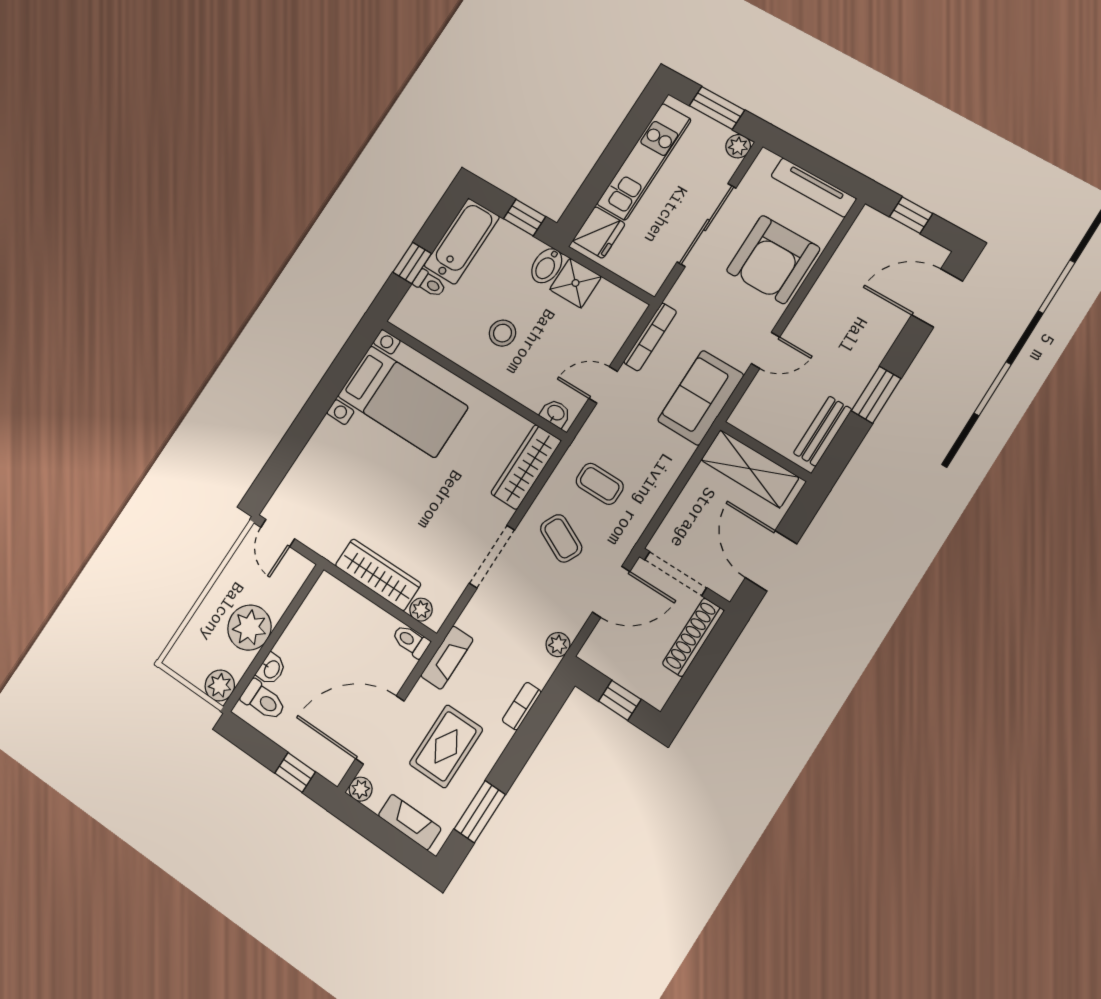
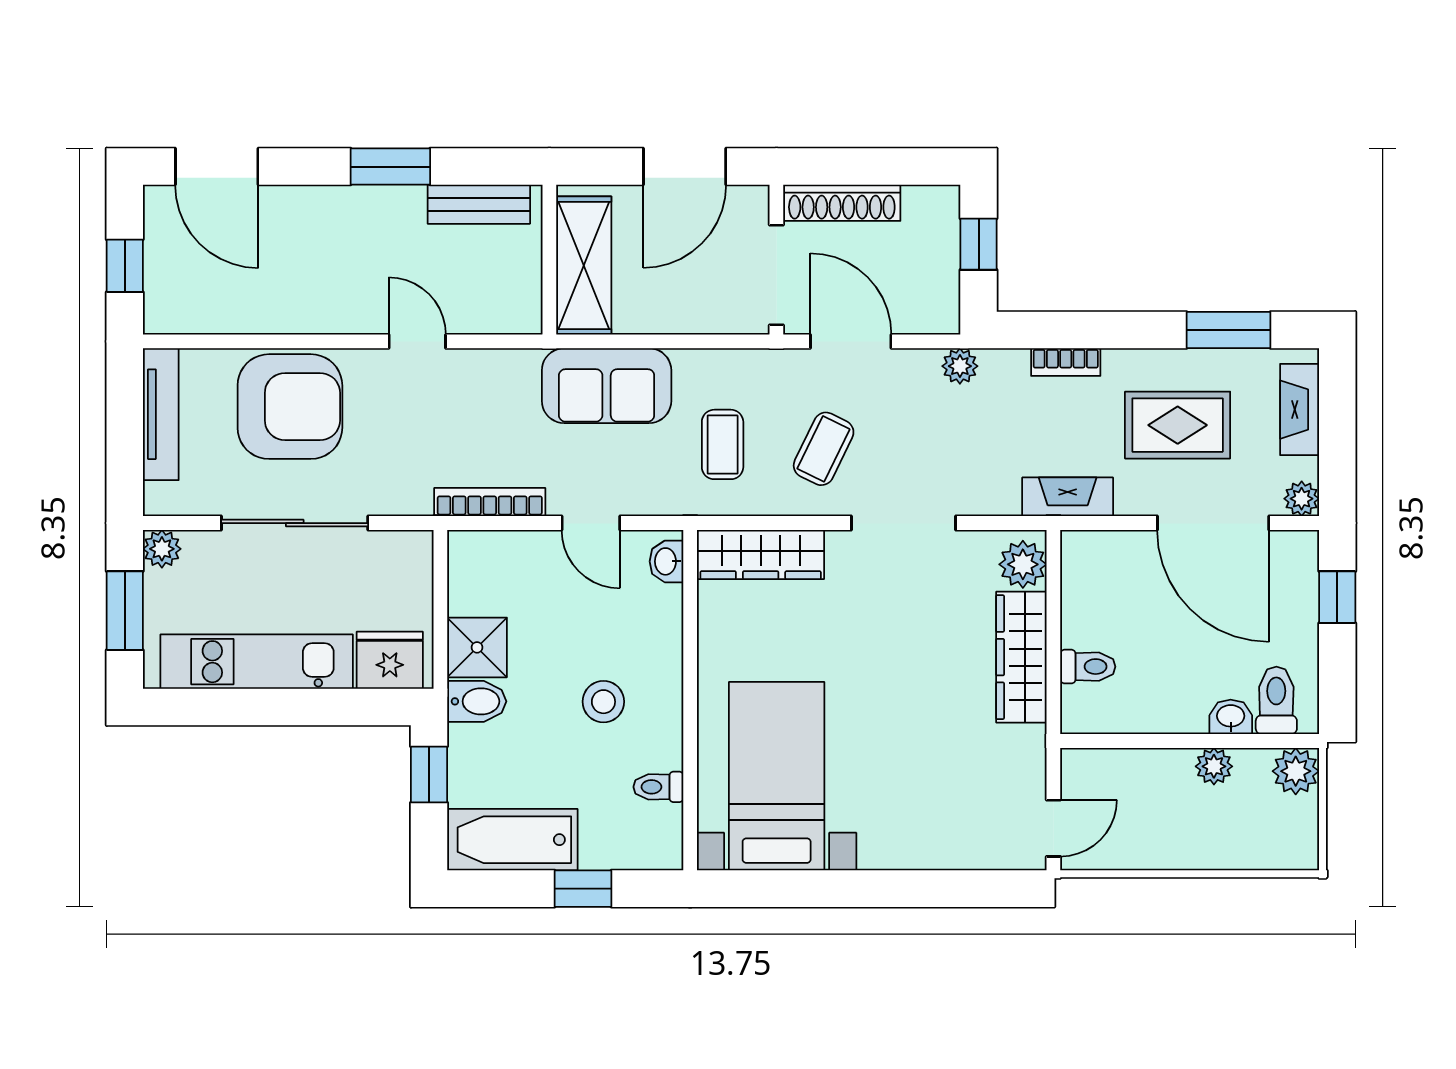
toilet: (430, 284) -> (658, 787), moved, turned -90
sofa: (701, 398) -> (607, 386), moved
plant: (421, 610) -> (1023, 564), width x1.38, depth x1.38
plant: (249, 628) -> (1214, 766), width x0.53, depth x0.53
toilet: (411, 641) -> (1088, 667), moved, turned -90

